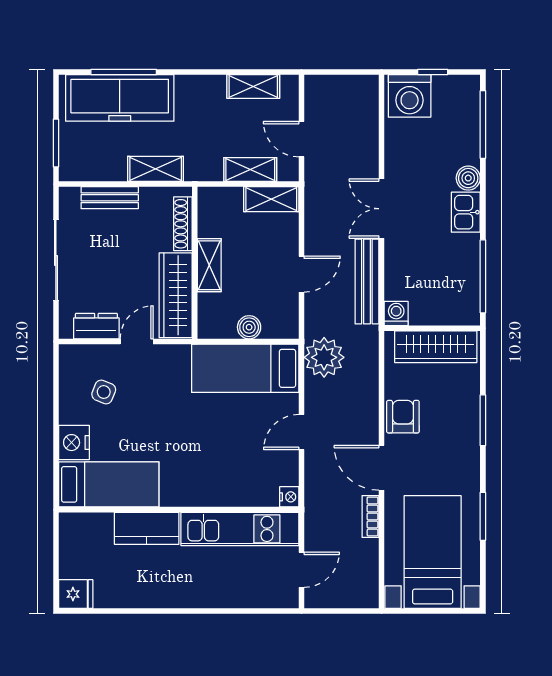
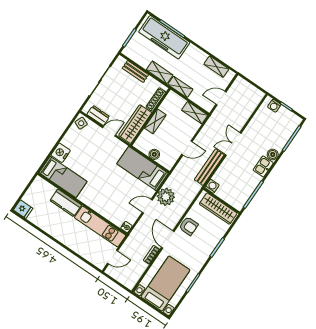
washing machine: (410, 96) -> (274, 106), width x0.53, depth x0.53
door: (301, 139) -> (221, 98), hinge flipped
shelving: (250, 170) -> (180, 87), moved
plant: (324, 357) -> (166, 197), moved
side table: (104, 392) -> (81, 123), moved
armchair: (403, 417) -> (189, 226), turned 90

